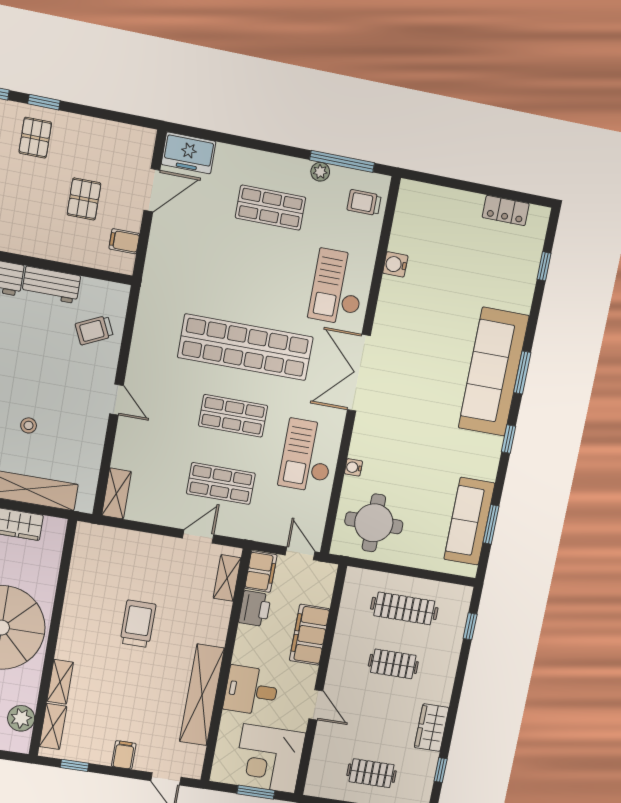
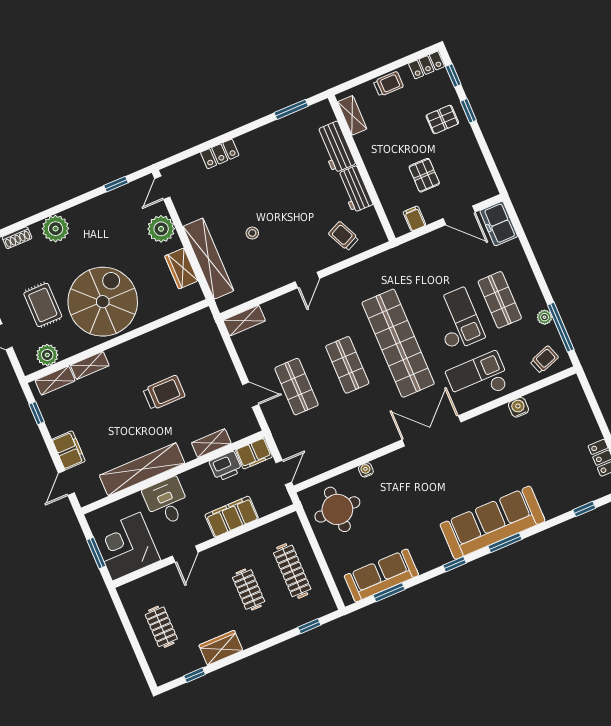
pallet: (84, 199) -> (424, 175), turned 90
trolley: (364, 203) -> (544, 359), turned 71
checkout: (307, 456) -> (457, 320), moved, turned 90
shelving: (227, 578) -> (211, 443), moved
filing cabinet: (124, 755) -> (69, 450), width x2.00

